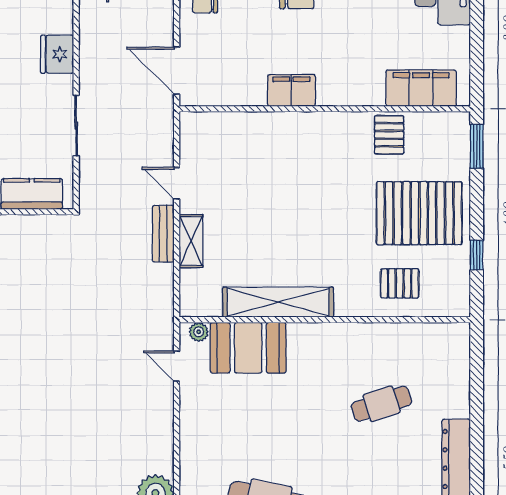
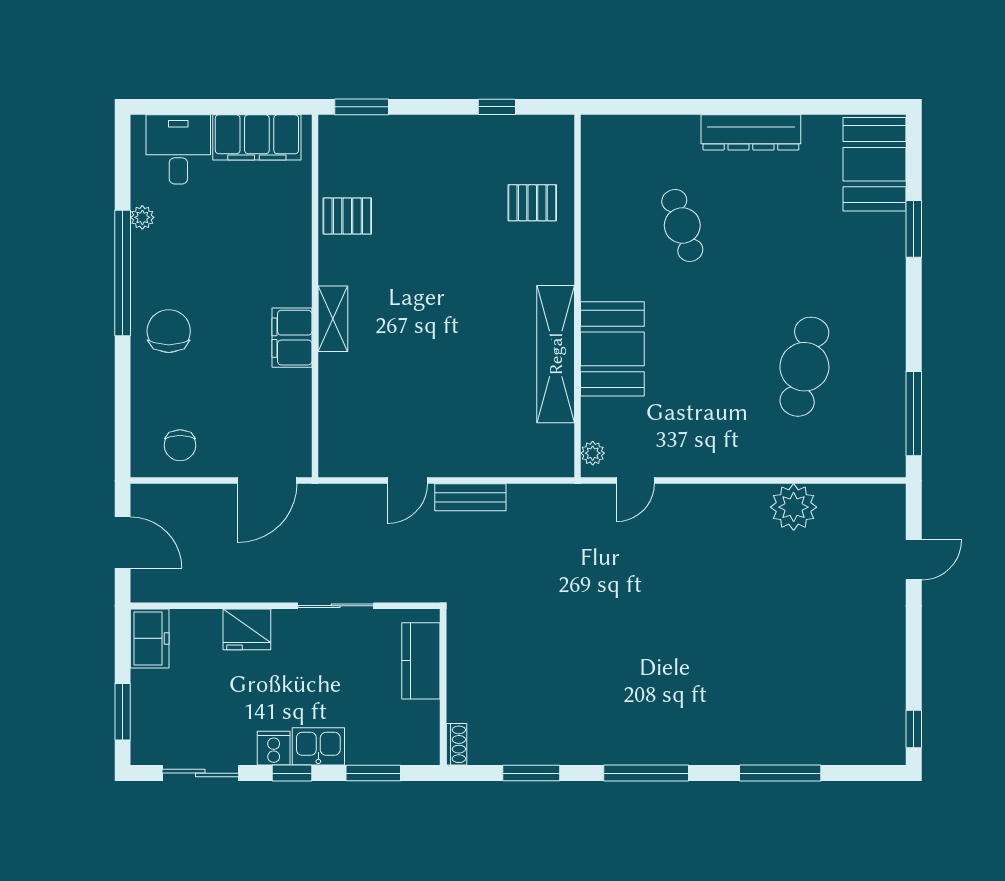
filing cabinet: (421, 88) -> (257, 137), moved, turned -90
pallet: (419, 213) -> (445, 178), removed
shelving: (191, 241) -> (333, 319), moved, turned 90
pallet: (400, 283) -> (532, 203), turned 90
booth: (248, 348) -> (612, 349), moved

